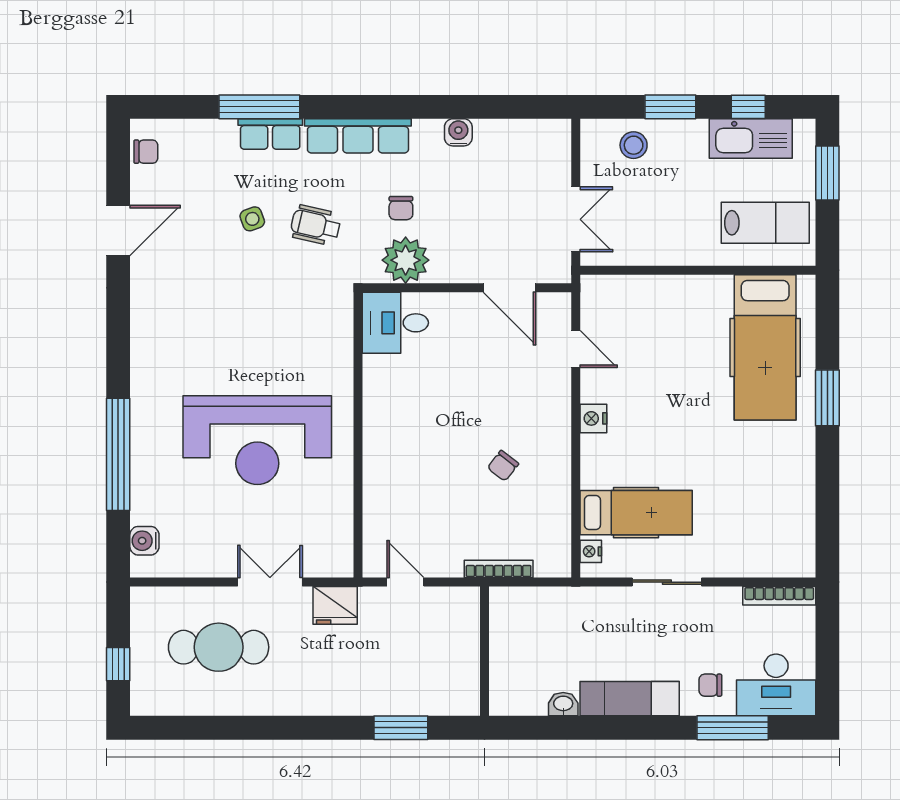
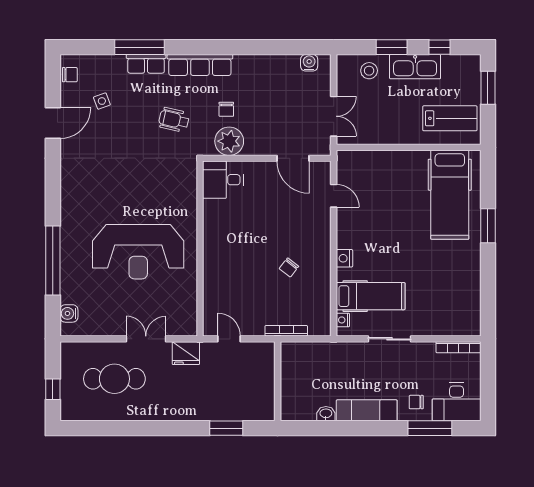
water cooler: (458, 132) -> (309, 63), moved
kitchen sink: (751, 139) -> (415, 67), moved
side table: (252, 219) -> (102, 101), moved
nightstand: (593, 418) -> (344, 258), moved

